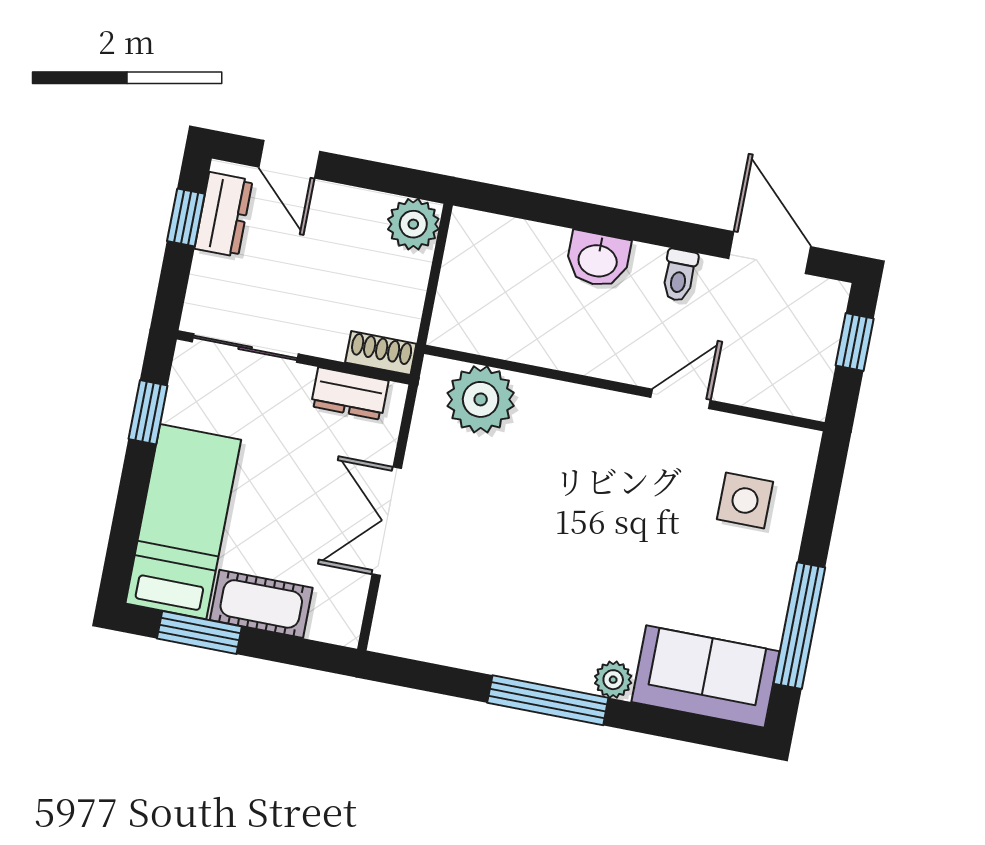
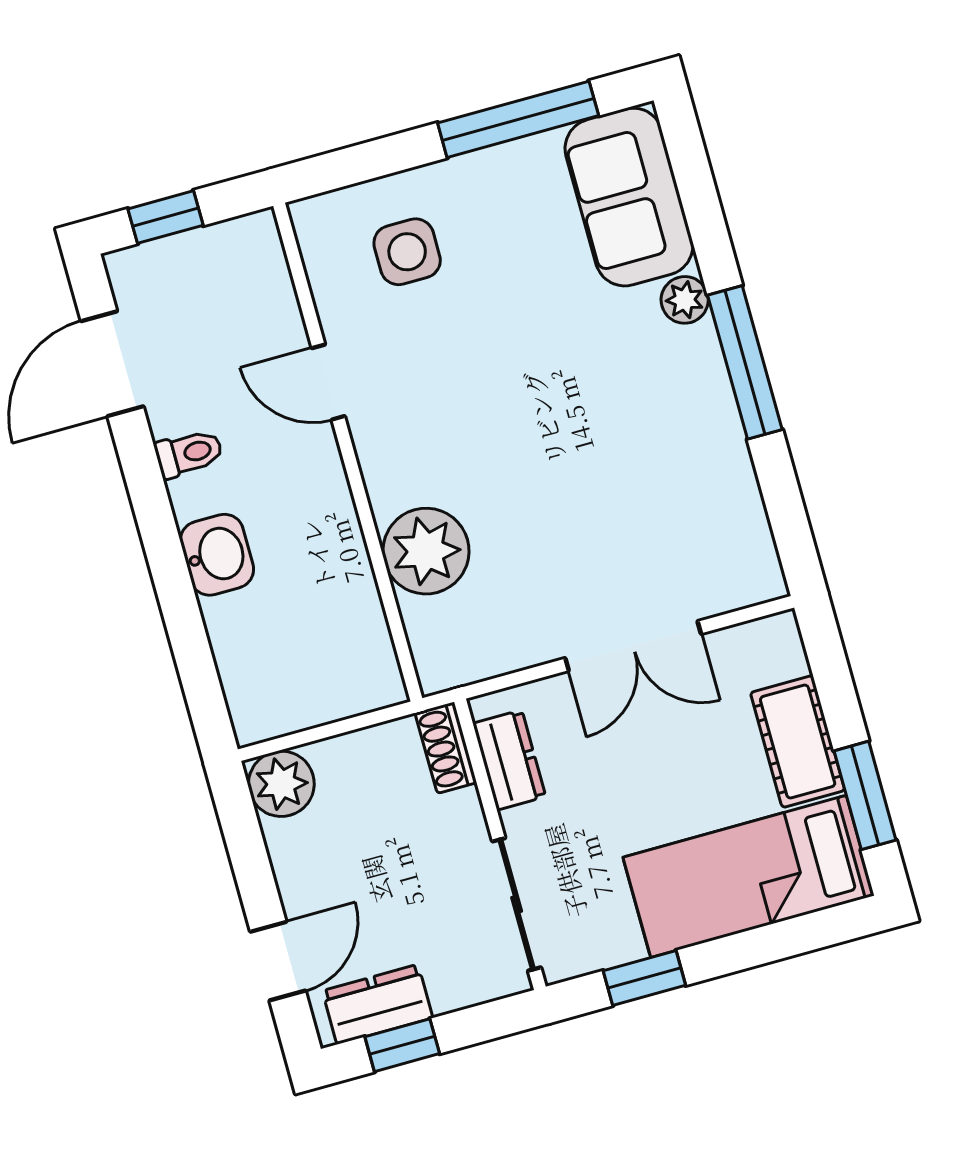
plant: (481, 399) -> (426, 551), moved

